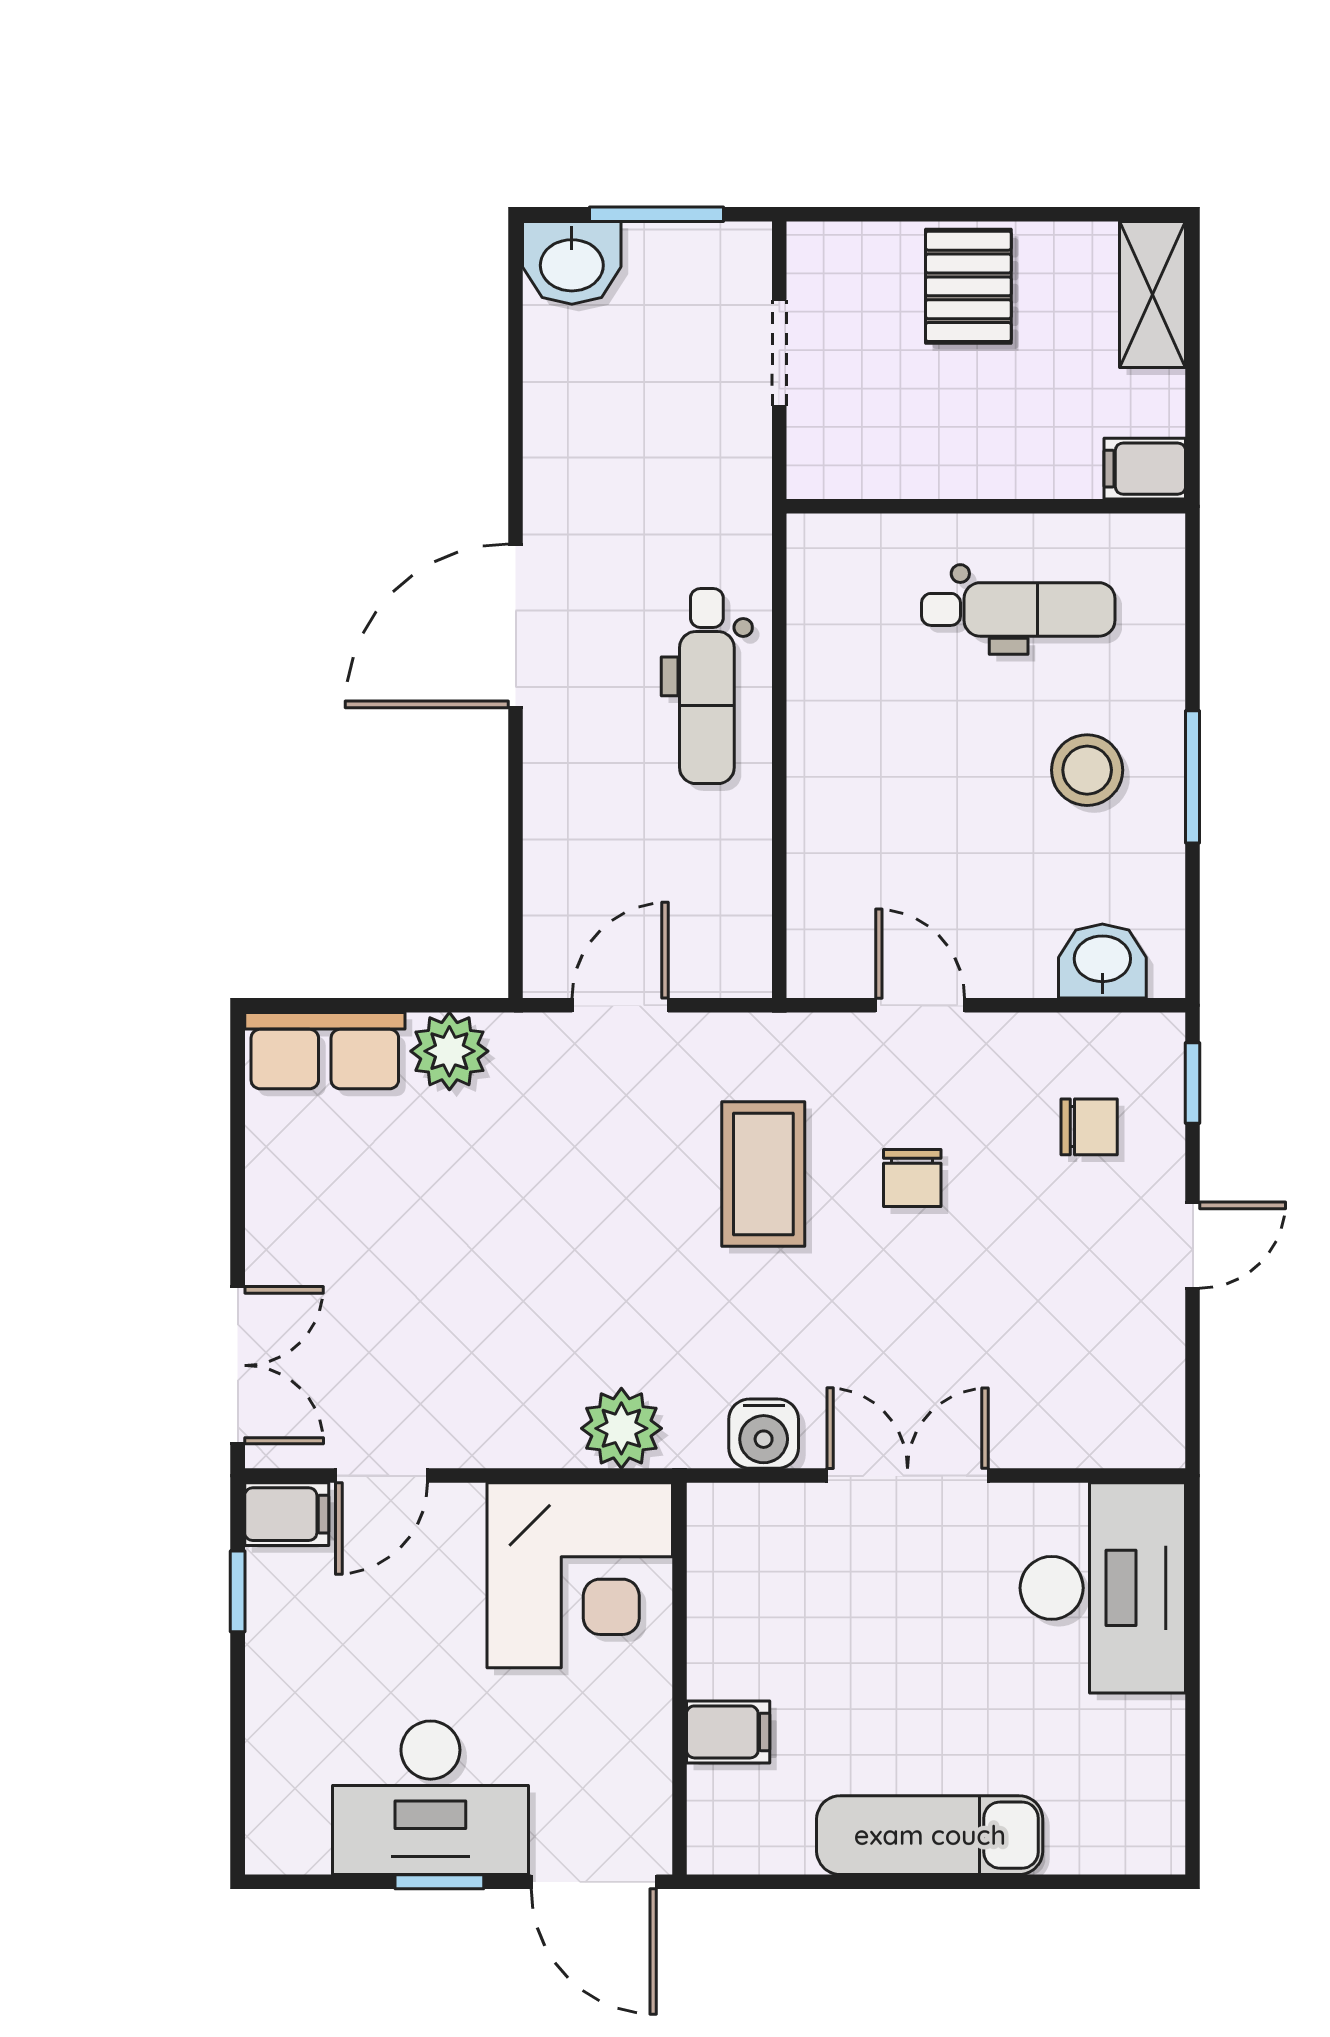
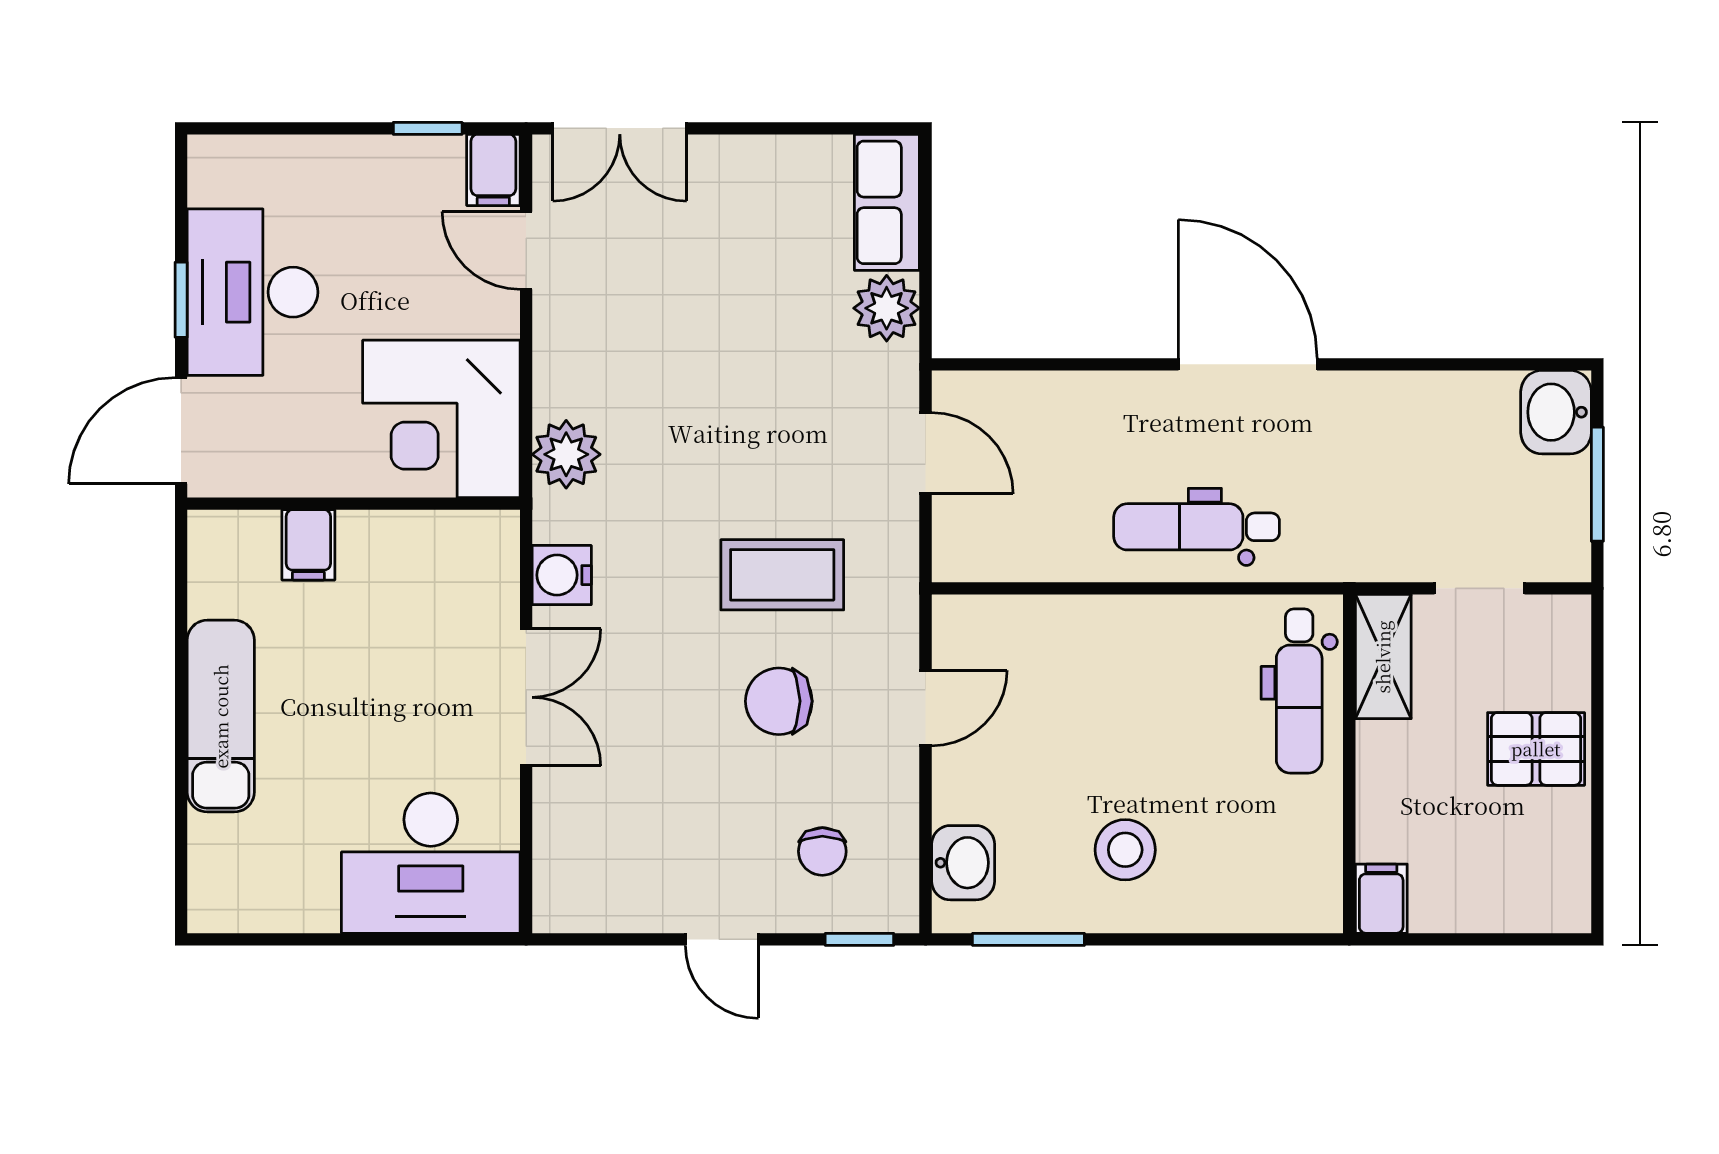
shelving: (1153, 294) -> (1383, 657), moved, turned 90
dental chair: (1018, 609) -> (1299, 691), moved
window: (1193, 777) -> (1028, 939), moved
chair: (912, 1178) -> (779, 701), width x1.37, depth x1.37

